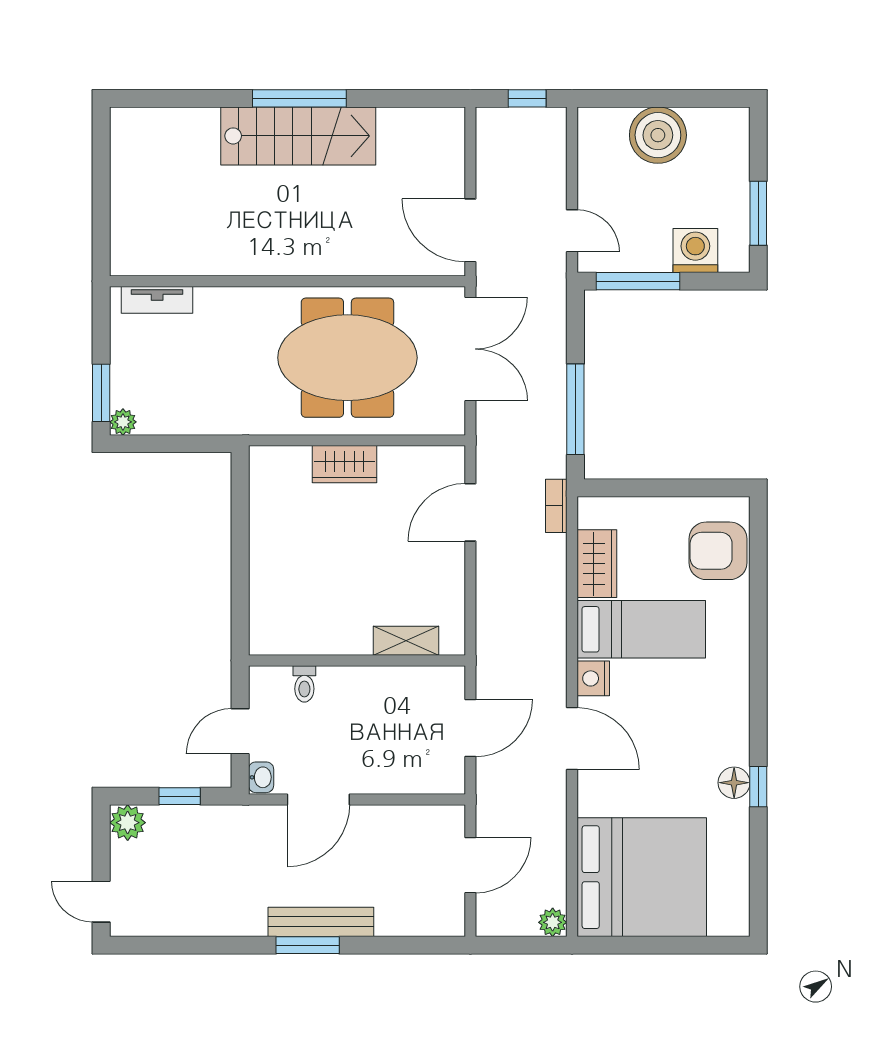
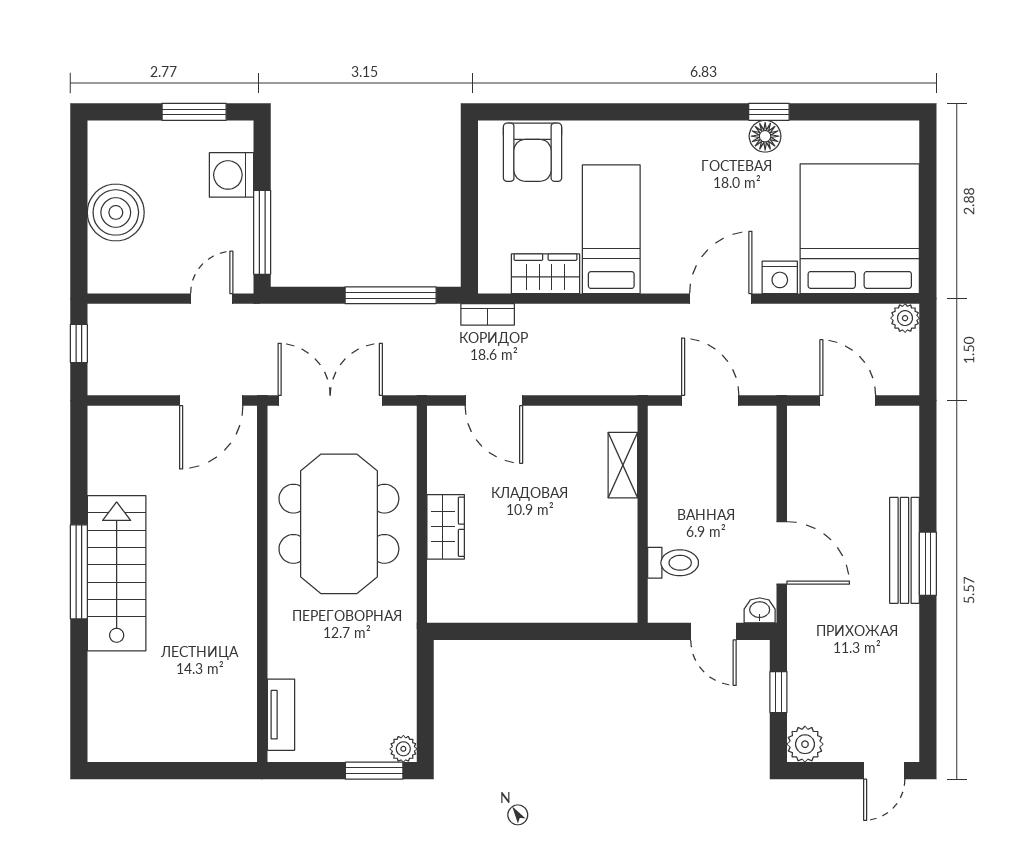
nightstand: (593, 678) -> (780, 277), moved
toilet: (304, 684) -> (673, 563), width x1.37, depth x1.39

